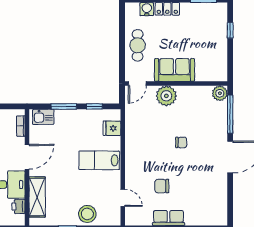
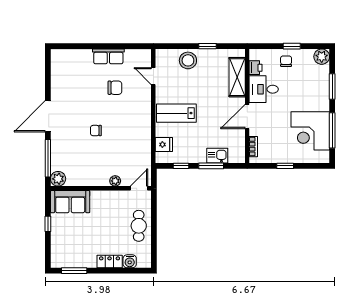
window: (230, 30) -> (48, 224), moved
sofa: (175, 70) -> (70, 202), moved
plant: (166, 96) -> (115, 181), width x0.53, depth x0.53
kitchen sink: (43, 117) -> (217, 156), moved
lab bench: (99, 160) -> (176, 113), turned 180

